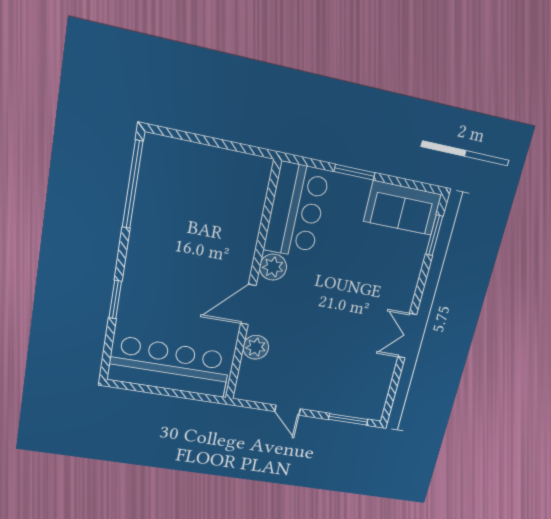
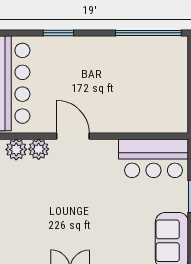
plant: (273, 267) -> (16, 149), moved

